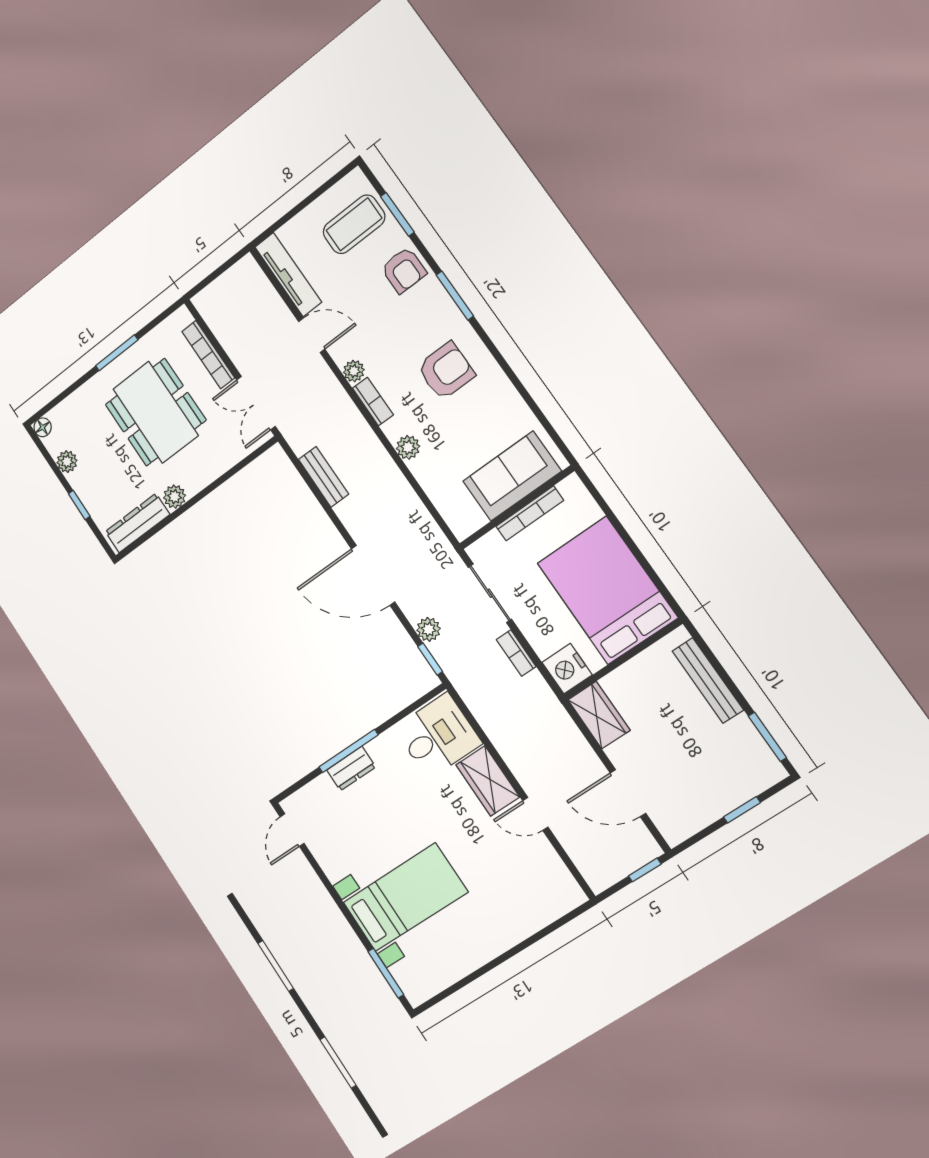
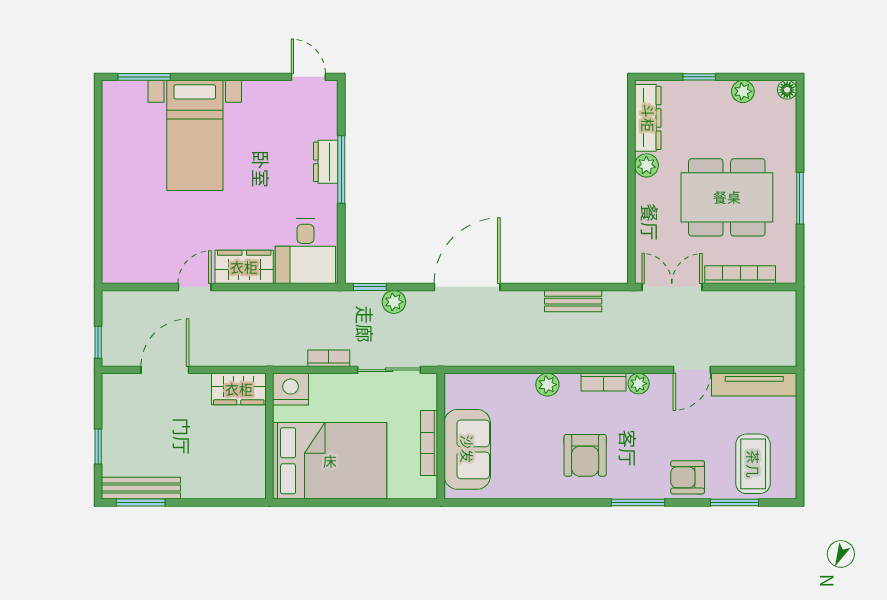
bench: (708, 681) -> (141, 488), moved

